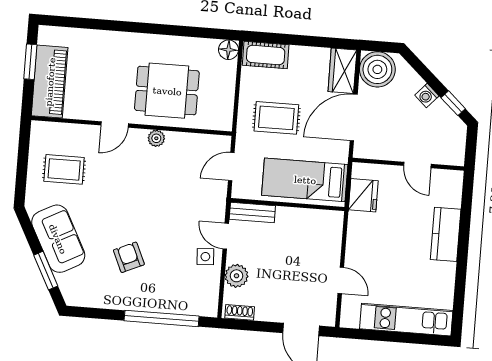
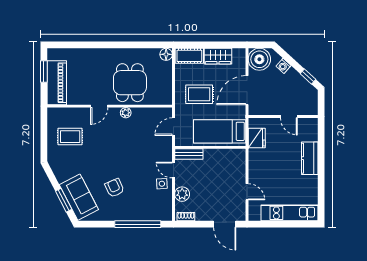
wardrobe: (342, 71) -> (218, 56), moved, turned -90
dining table: (167, 91) -> (130, 83), turned 90
washing machine: (427, 95) -> (283, 66), moved
sofa: (58, 239) -> (79, 197), moved

